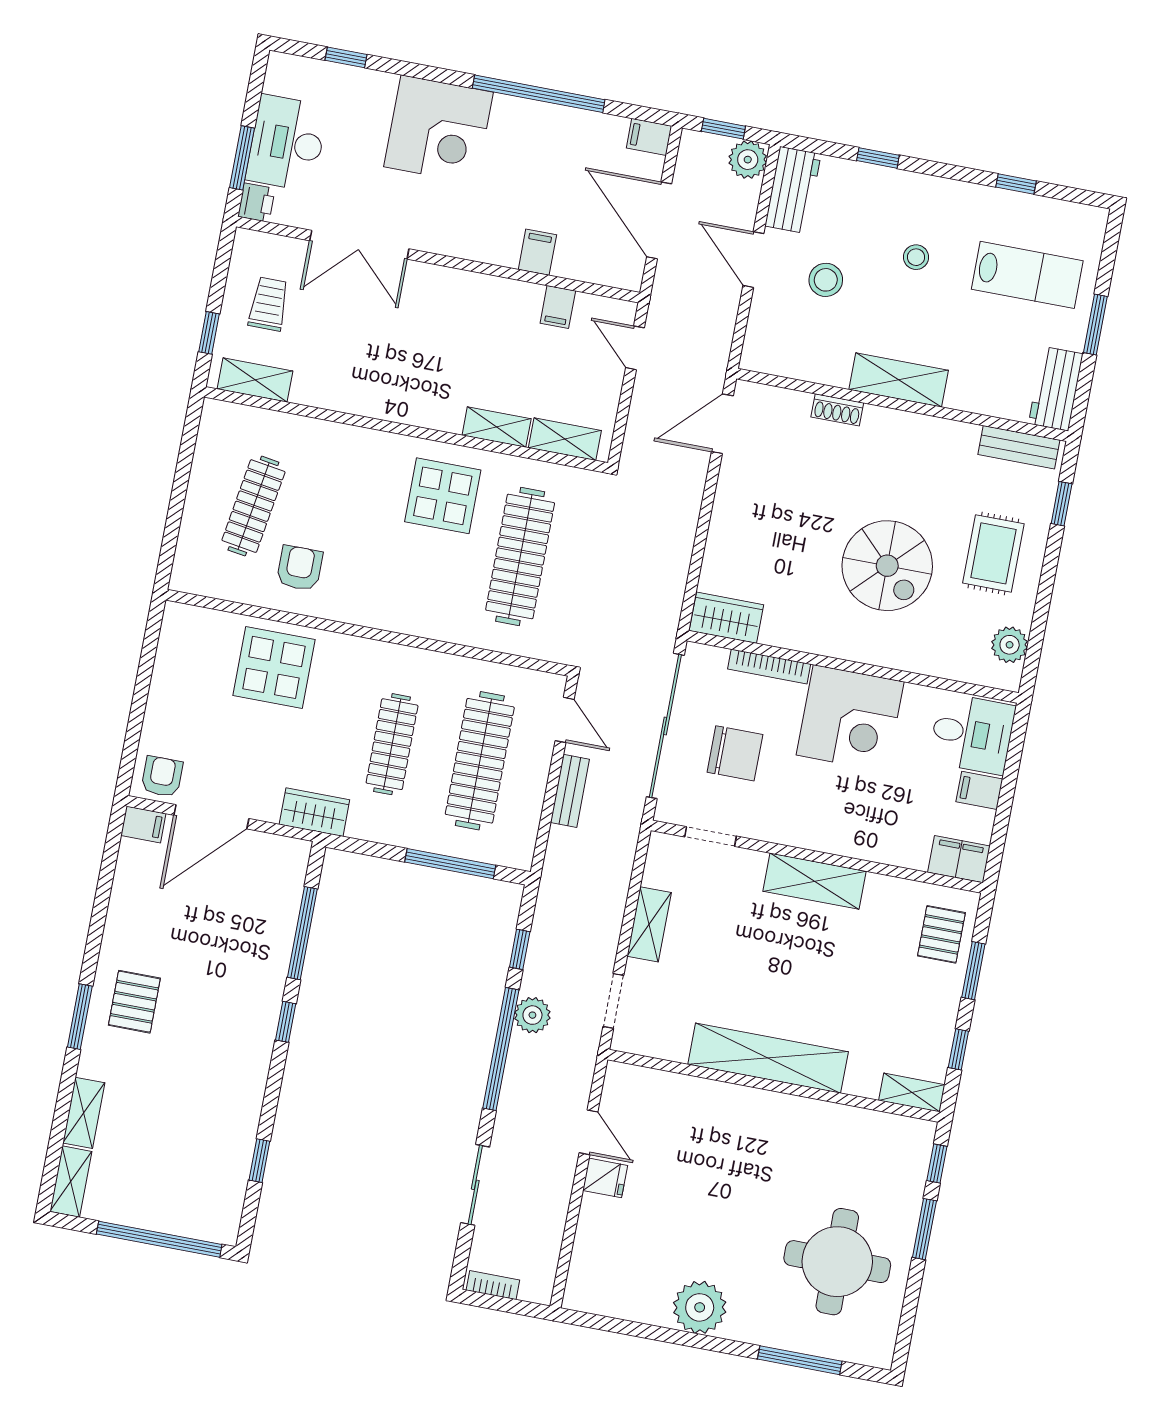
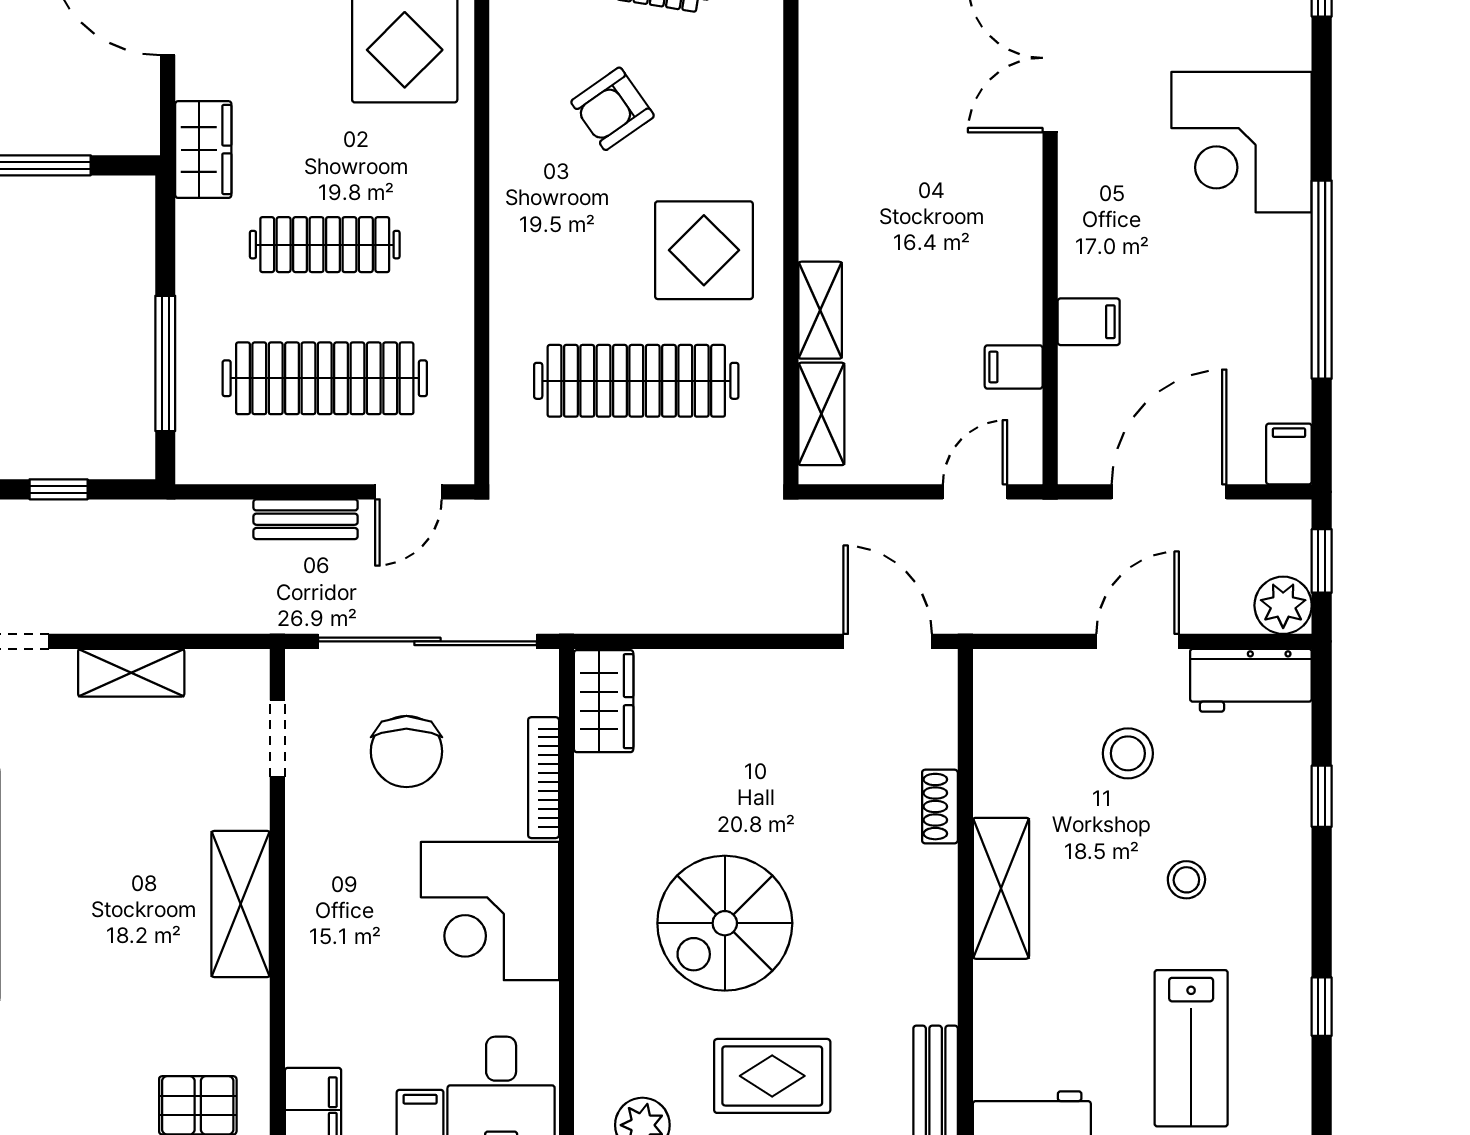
armchair: (300, 568) -> (613, 109), moved, turned 145

